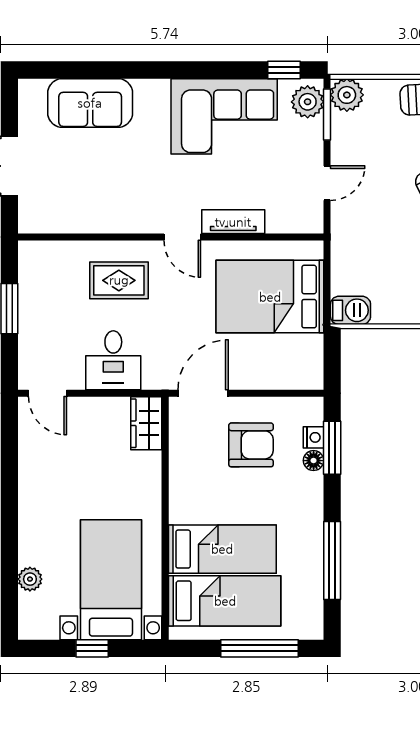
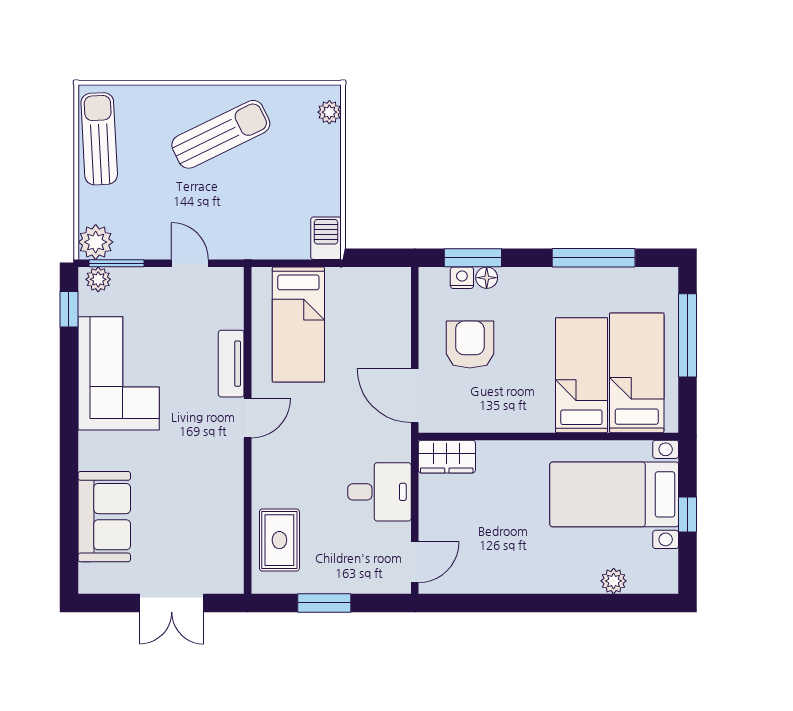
plant: (308, 102) -> (98, 279), width x0.73, depth x0.73
rug: (119, 280) -> (279, 540), moved
bed: (270, 297) -> (298, 324), width x0.67

